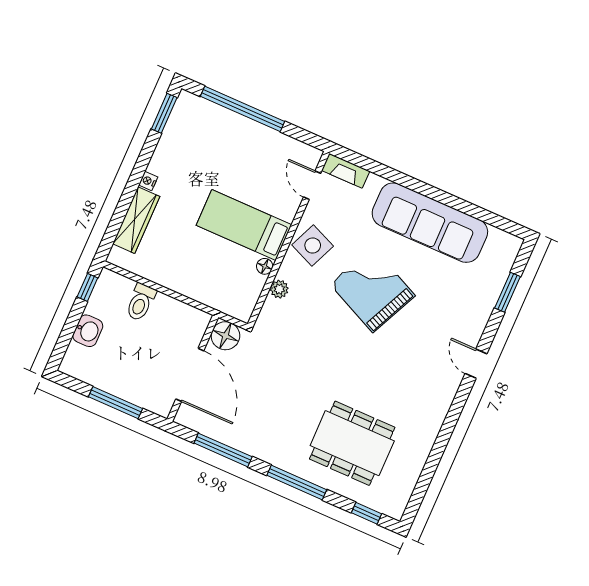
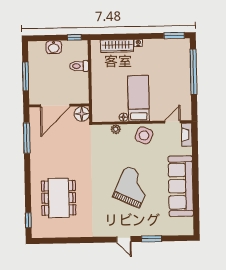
grand piano: (373, 290) -> (133, 187), moved
window: (507, 292) -> (151, 239), moved
door: (476, 364) -> (124, 239), swing flipped
window: (297, 482) -> (28, 180), removed

